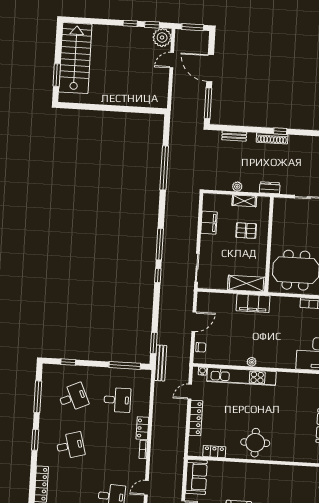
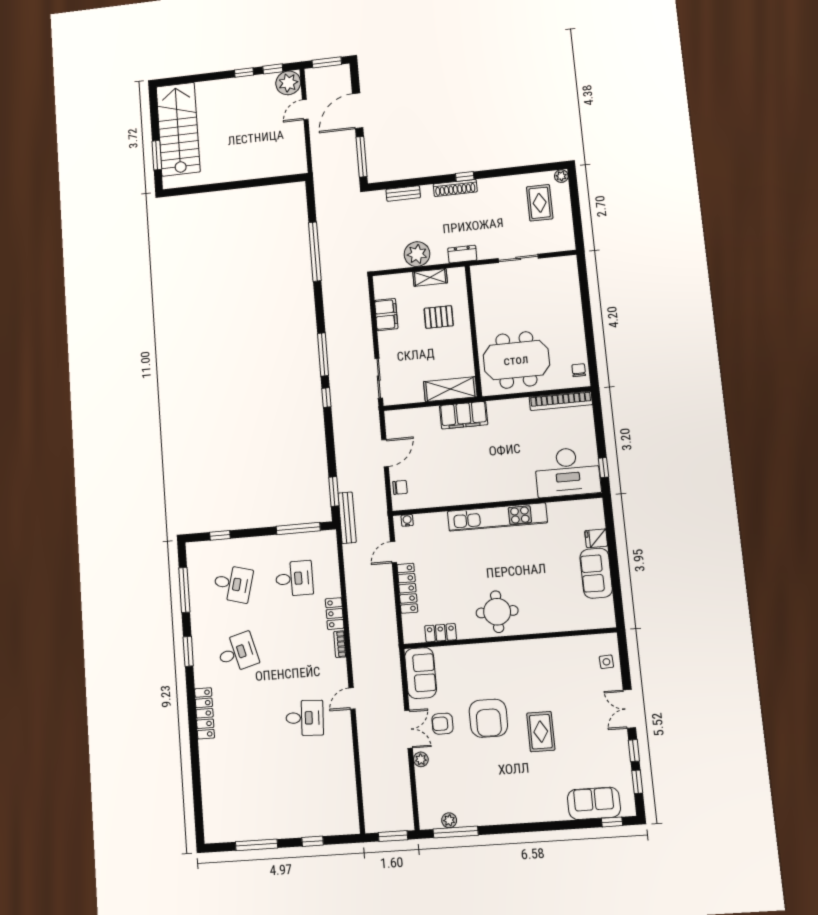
door: (210, 68) -> (358, 111), hinge flipped
plant: (237, 187) -> (417, 254), width x1.87, depth x1.87
plant: (252, 362) -> (474, 497), removed
kitchen unit: (241, 377) -> (497, 517), moved
desk: (73, 397) -> (233, 584), turned 39

